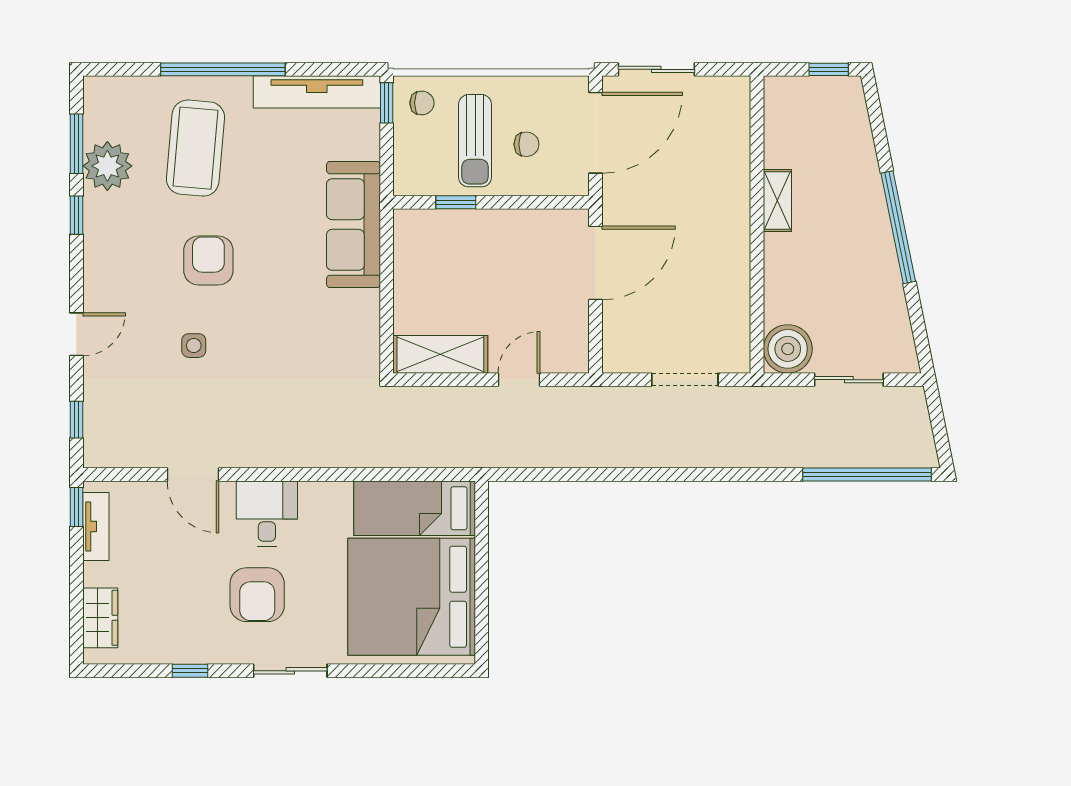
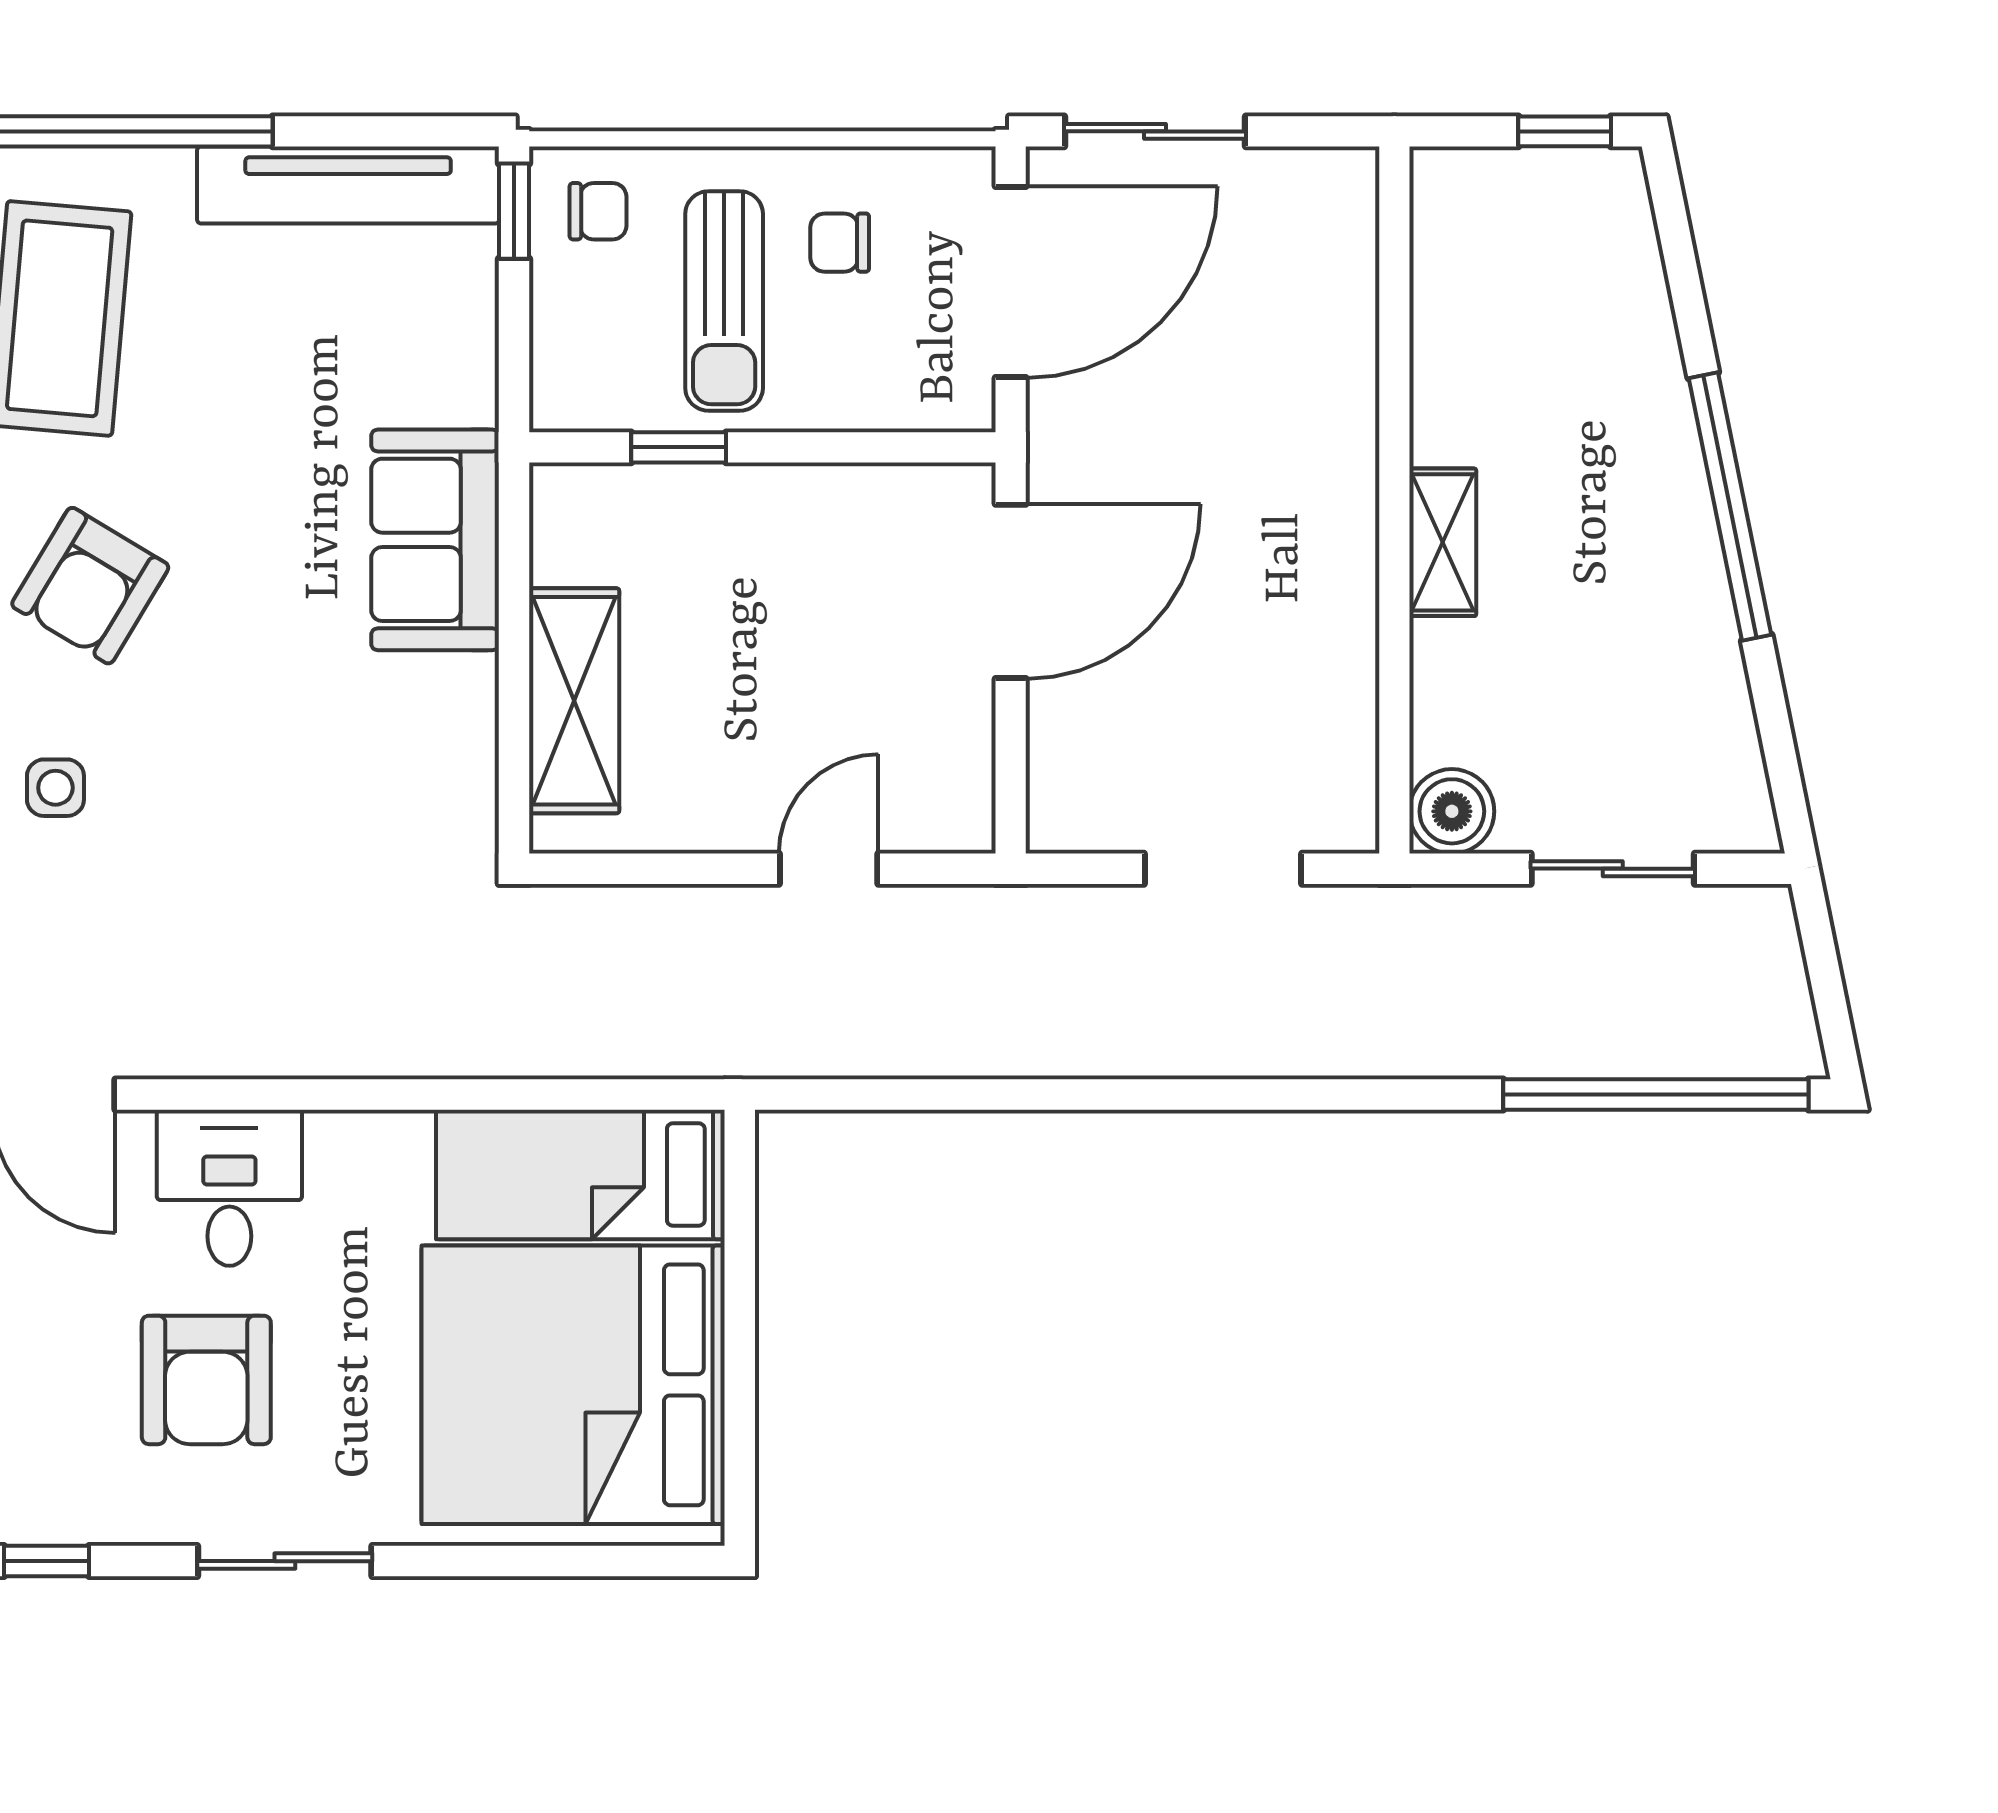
chair: (527, 144) -> (840, 243), moved, turned 180
shelving: (777, 201) -> (1443, 542), moved
sofa: (353, 224) -> (435, 540), width x0.73
armchair: (208, 260) -> (90, 586), turned -149
boiler: (788, 349) -> (1452, 811), width x0.73, depth x0.73
shelving: (440, 354) -> (574, 701), moved, turned 90

